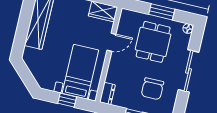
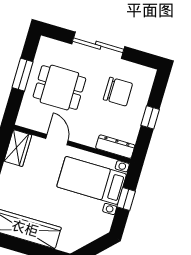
floor lamp: (188, 29) -> (45, 43), removed
dresser: (107, 93) -> (115, 147), width x1.44

